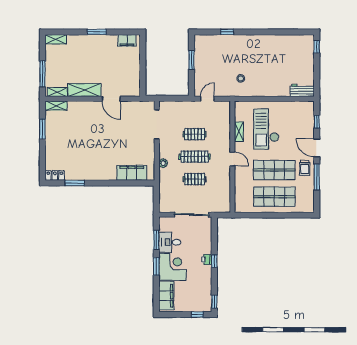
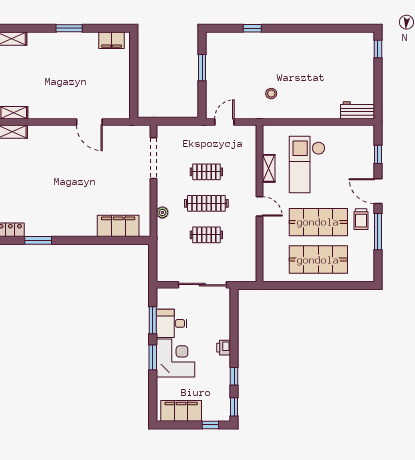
shelving: (84, 90) -> (52, 110), removed
window: (214, 261) -> (234, 376), moved
filing cabinet: (166, 296) -> (181, 411), moved, turned -90

